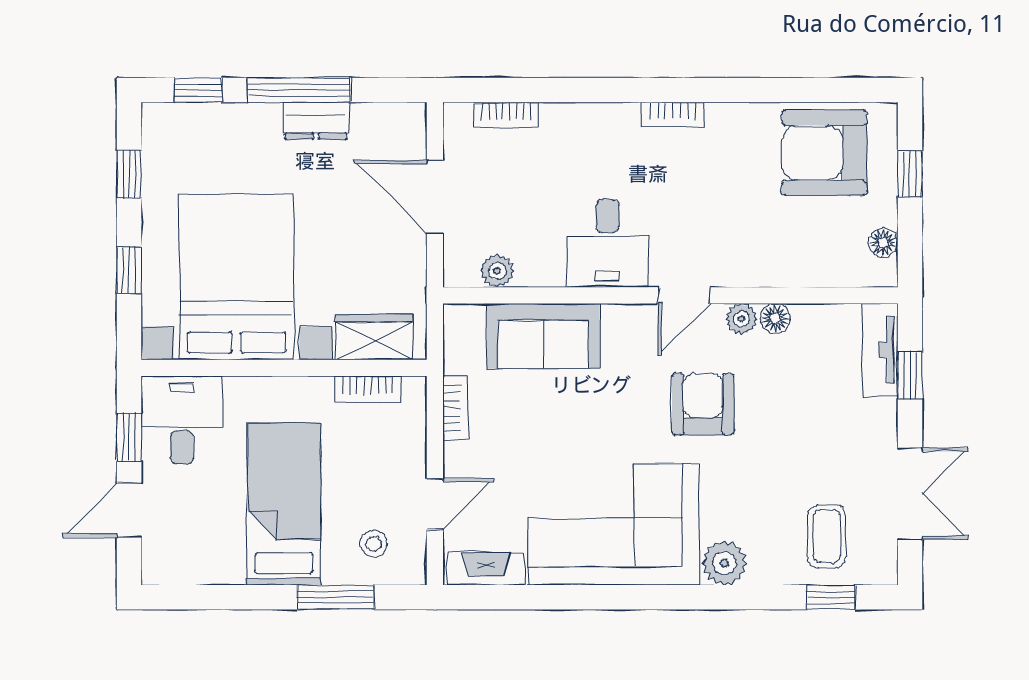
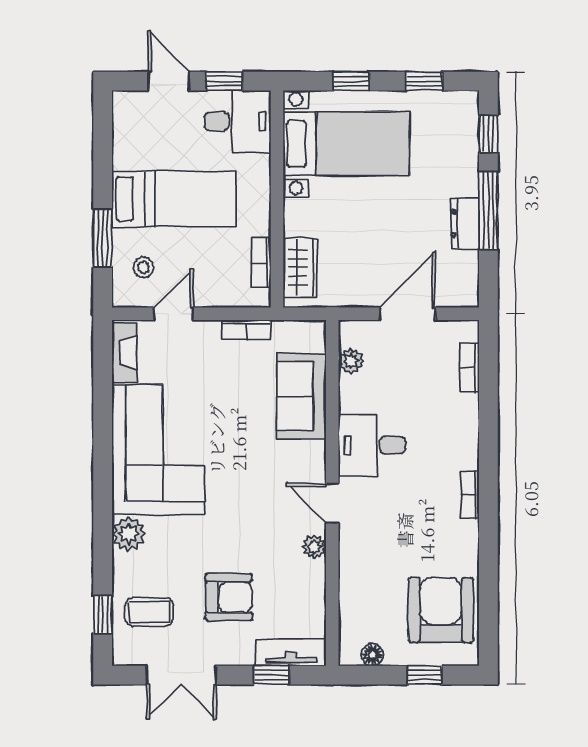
bed with nightstands: (236, 277) -> (346, 144), width x0.73
floor lamp: (775, 318) -> (315, 572), removed
armchair: (703, 404) -> (229, 597), moved
door: (435, 504) -> (174, 314), swing flipped

